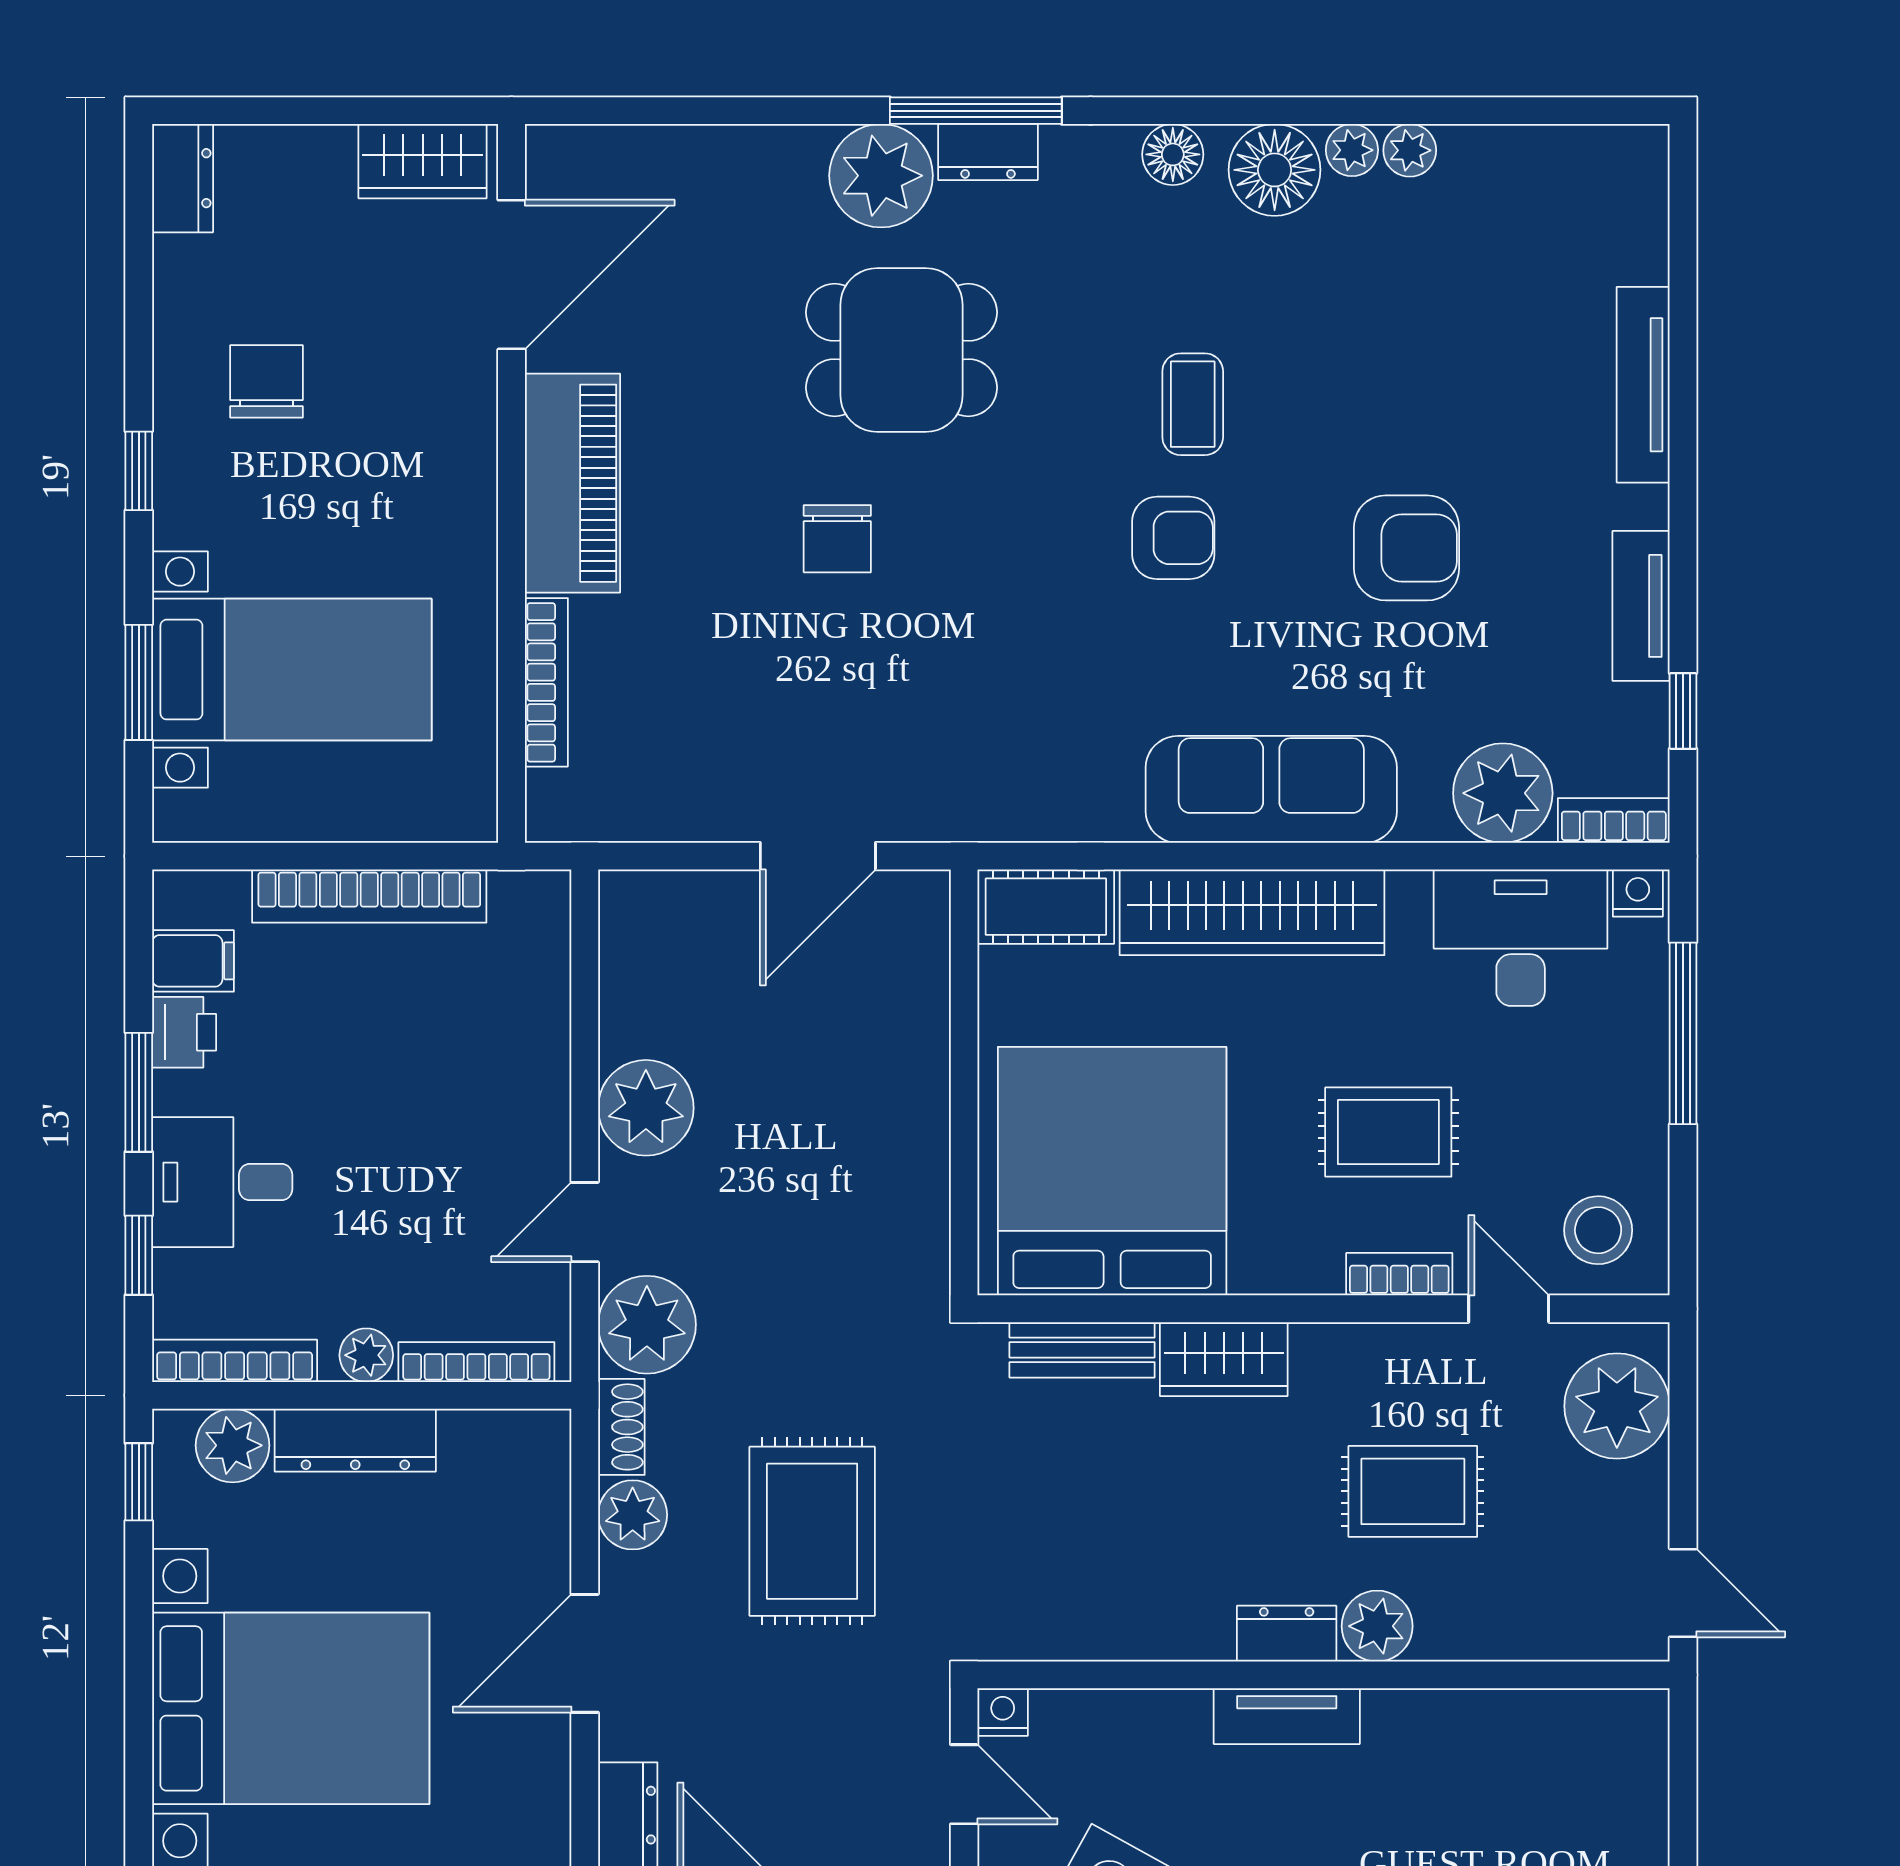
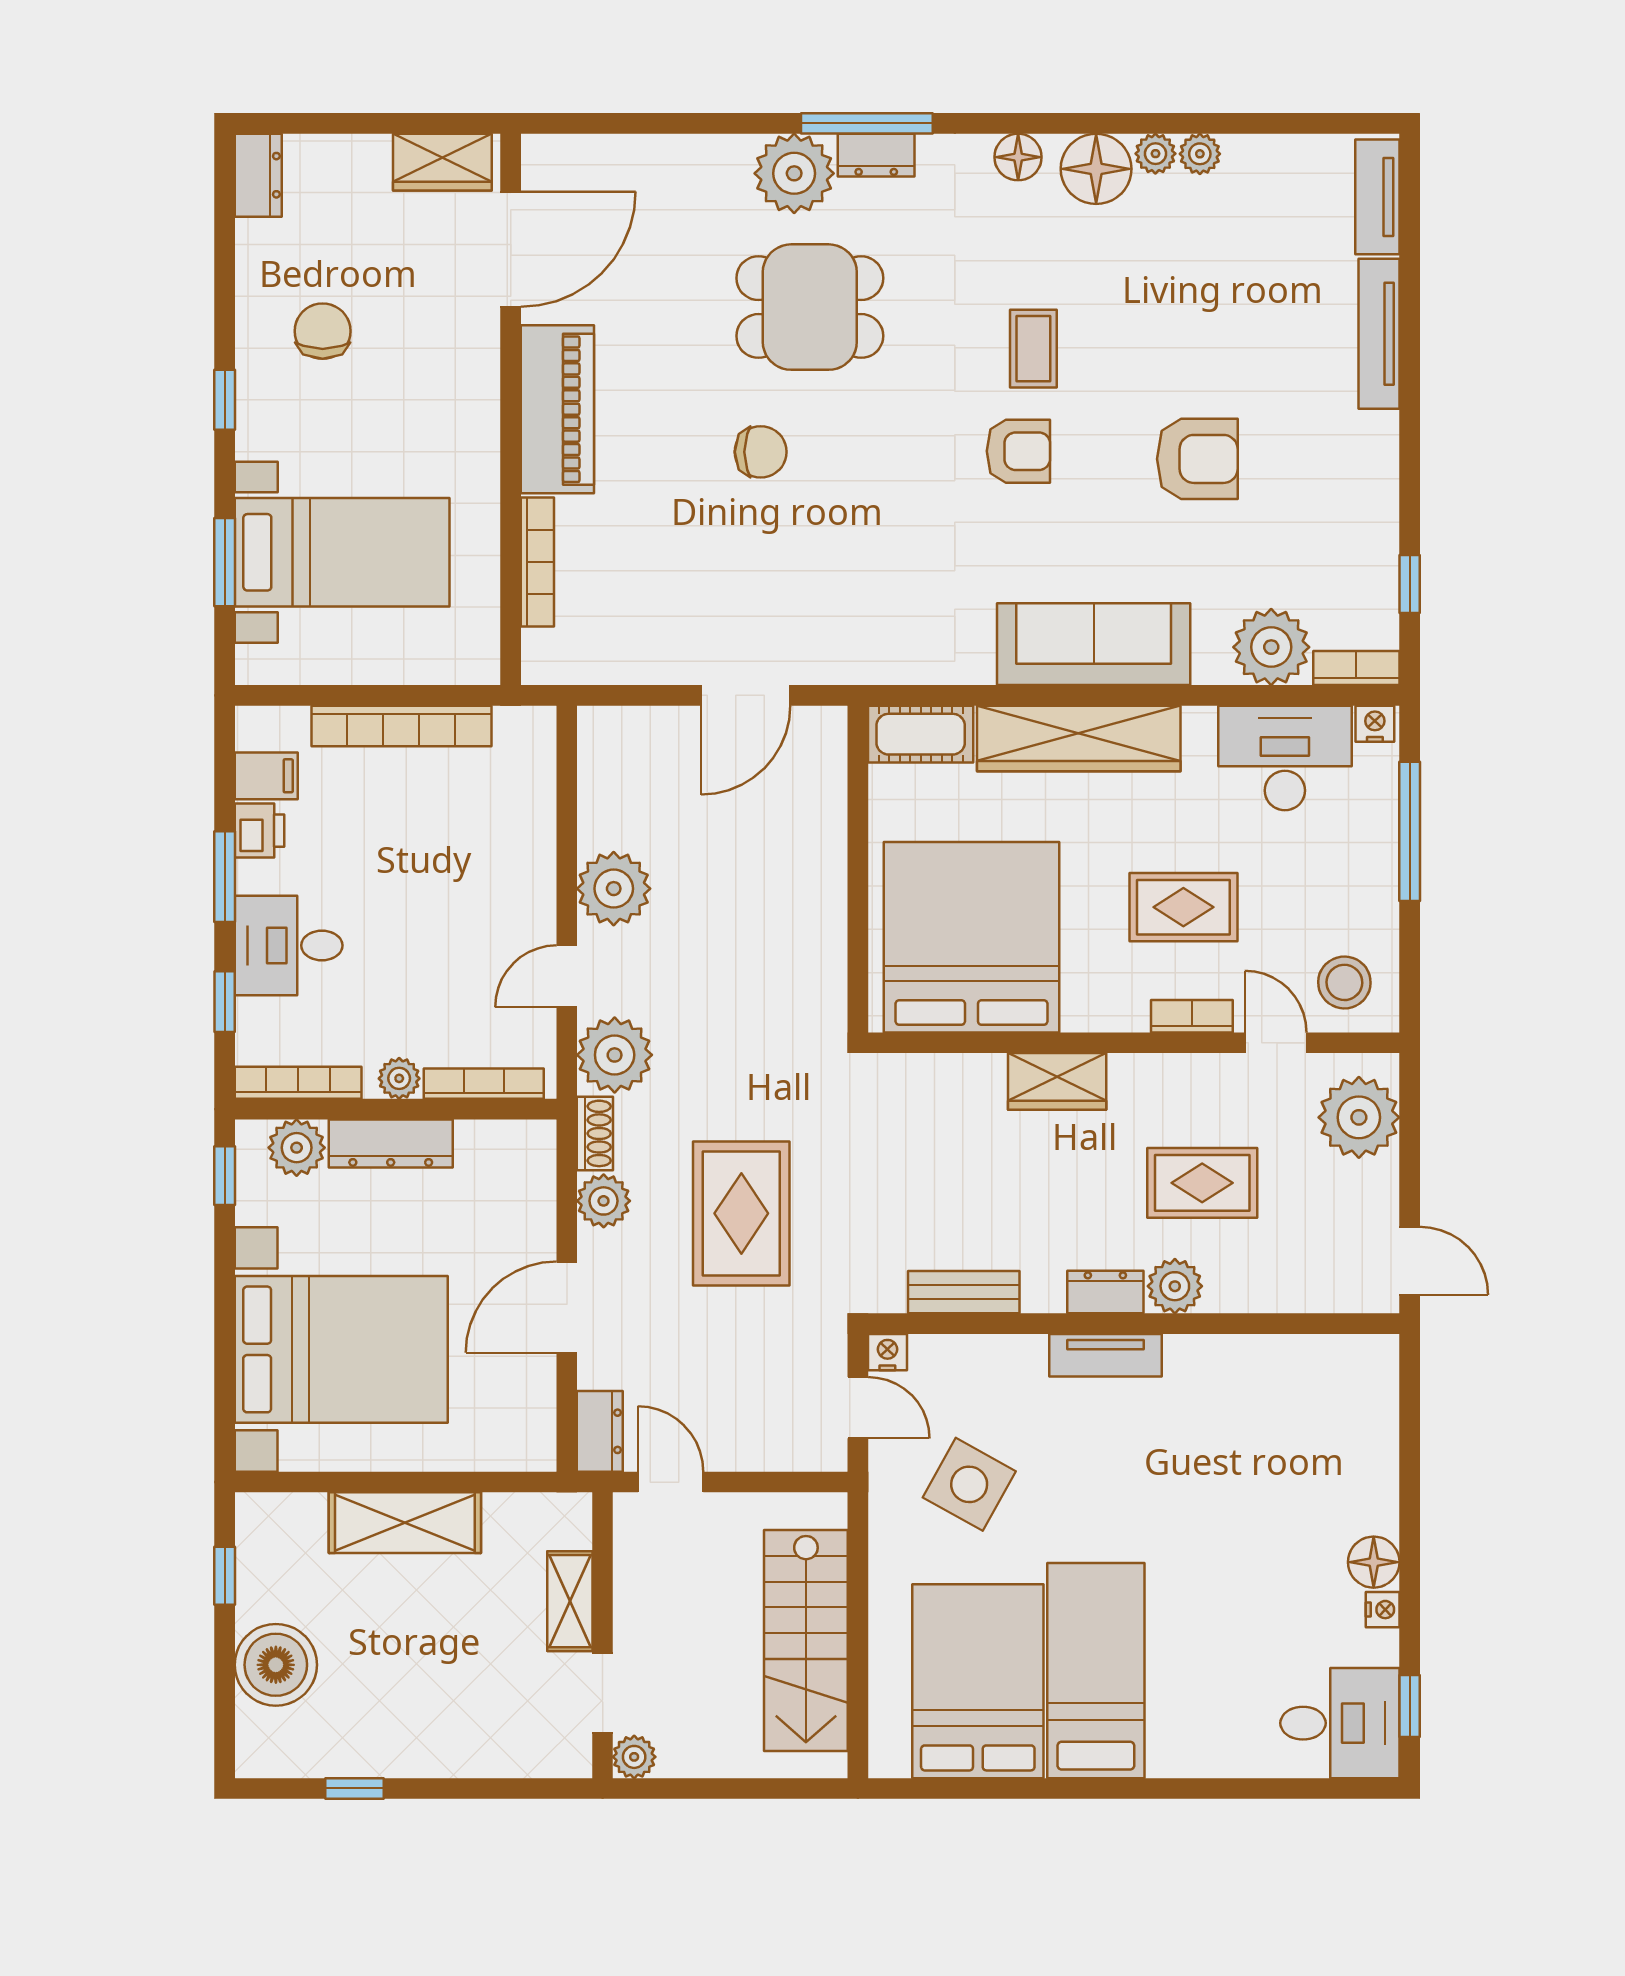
chair: (837, 539) -> (761, 452), turned -90
tv unit: (1641, 606) -> (1377, 197), moved
bench: (1082, 1350) -> (964, 1292), moved

